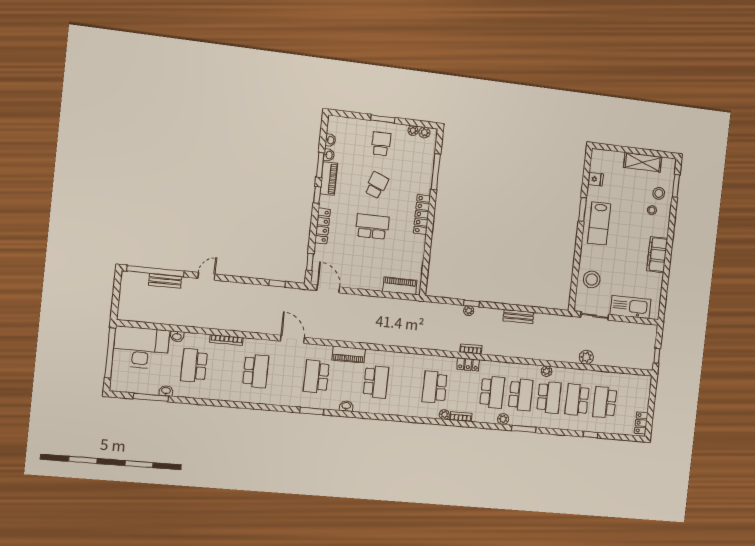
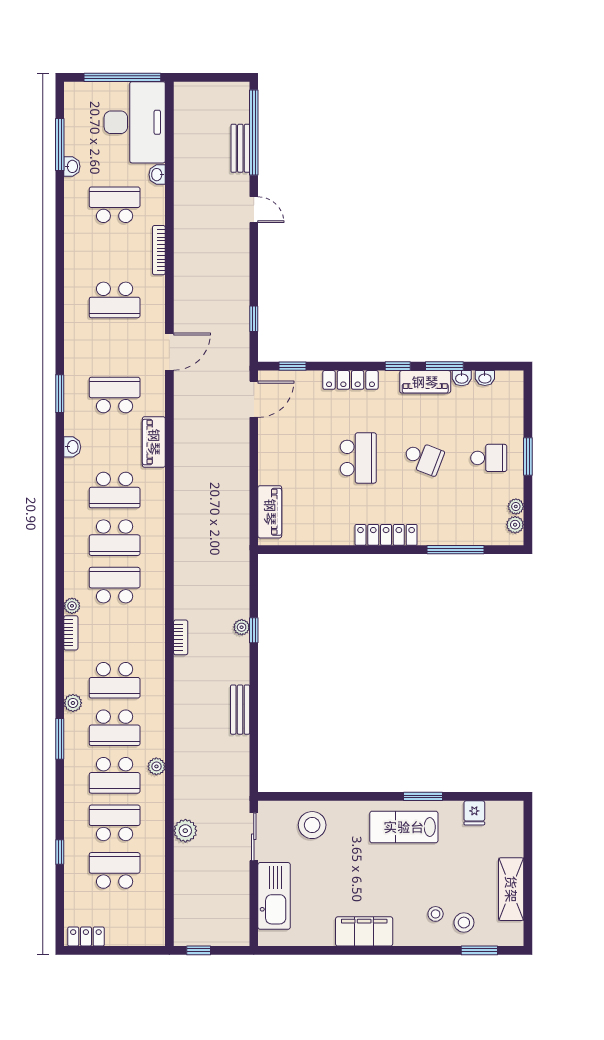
locker: (468, 364) -> (156, 636), removed
school desk: (405, 384) -> (115, 538), added

